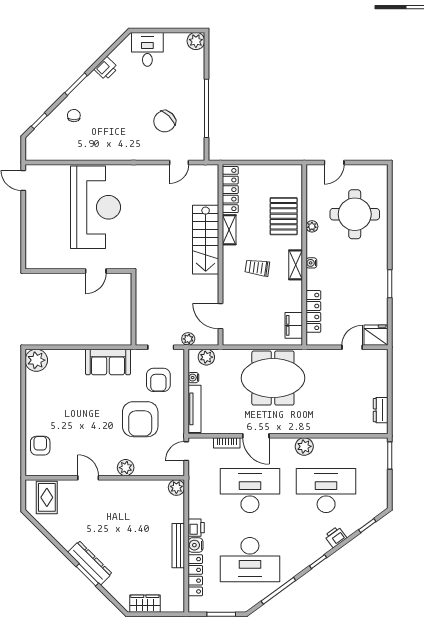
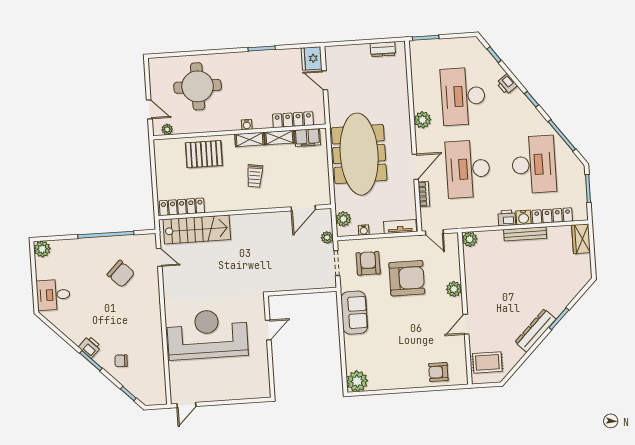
printer: (106, 68) -> (90, 347), moved
plant: (312, 226) -> (167, 129), moved
shelving: (229, 230) -> (279, 138), moved
stairs: (206, 240) -> (197, 229), moved
door: (96, 271) -> (268, 330), hinge flipped
meeting table: (273, 378) -> (359, 154), width x1.36
armchair: (158, 380) -> (368, 263), turned -90
tv unit: (195, 409) -> (400, 227), width x0.71
dresser: (90, 563) -> (535, 331), moved
wardrobe: (145, 604) -> (581, 239), moved

